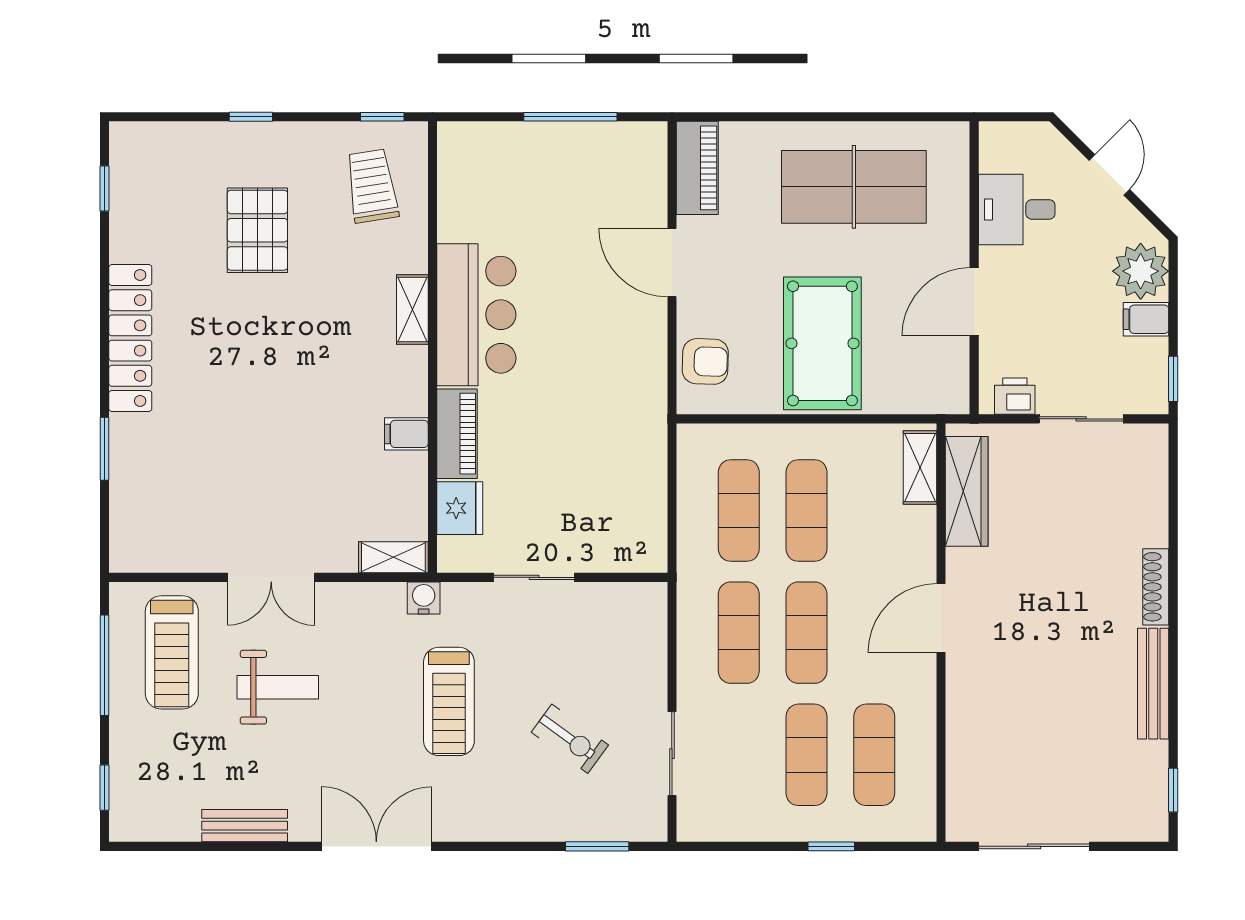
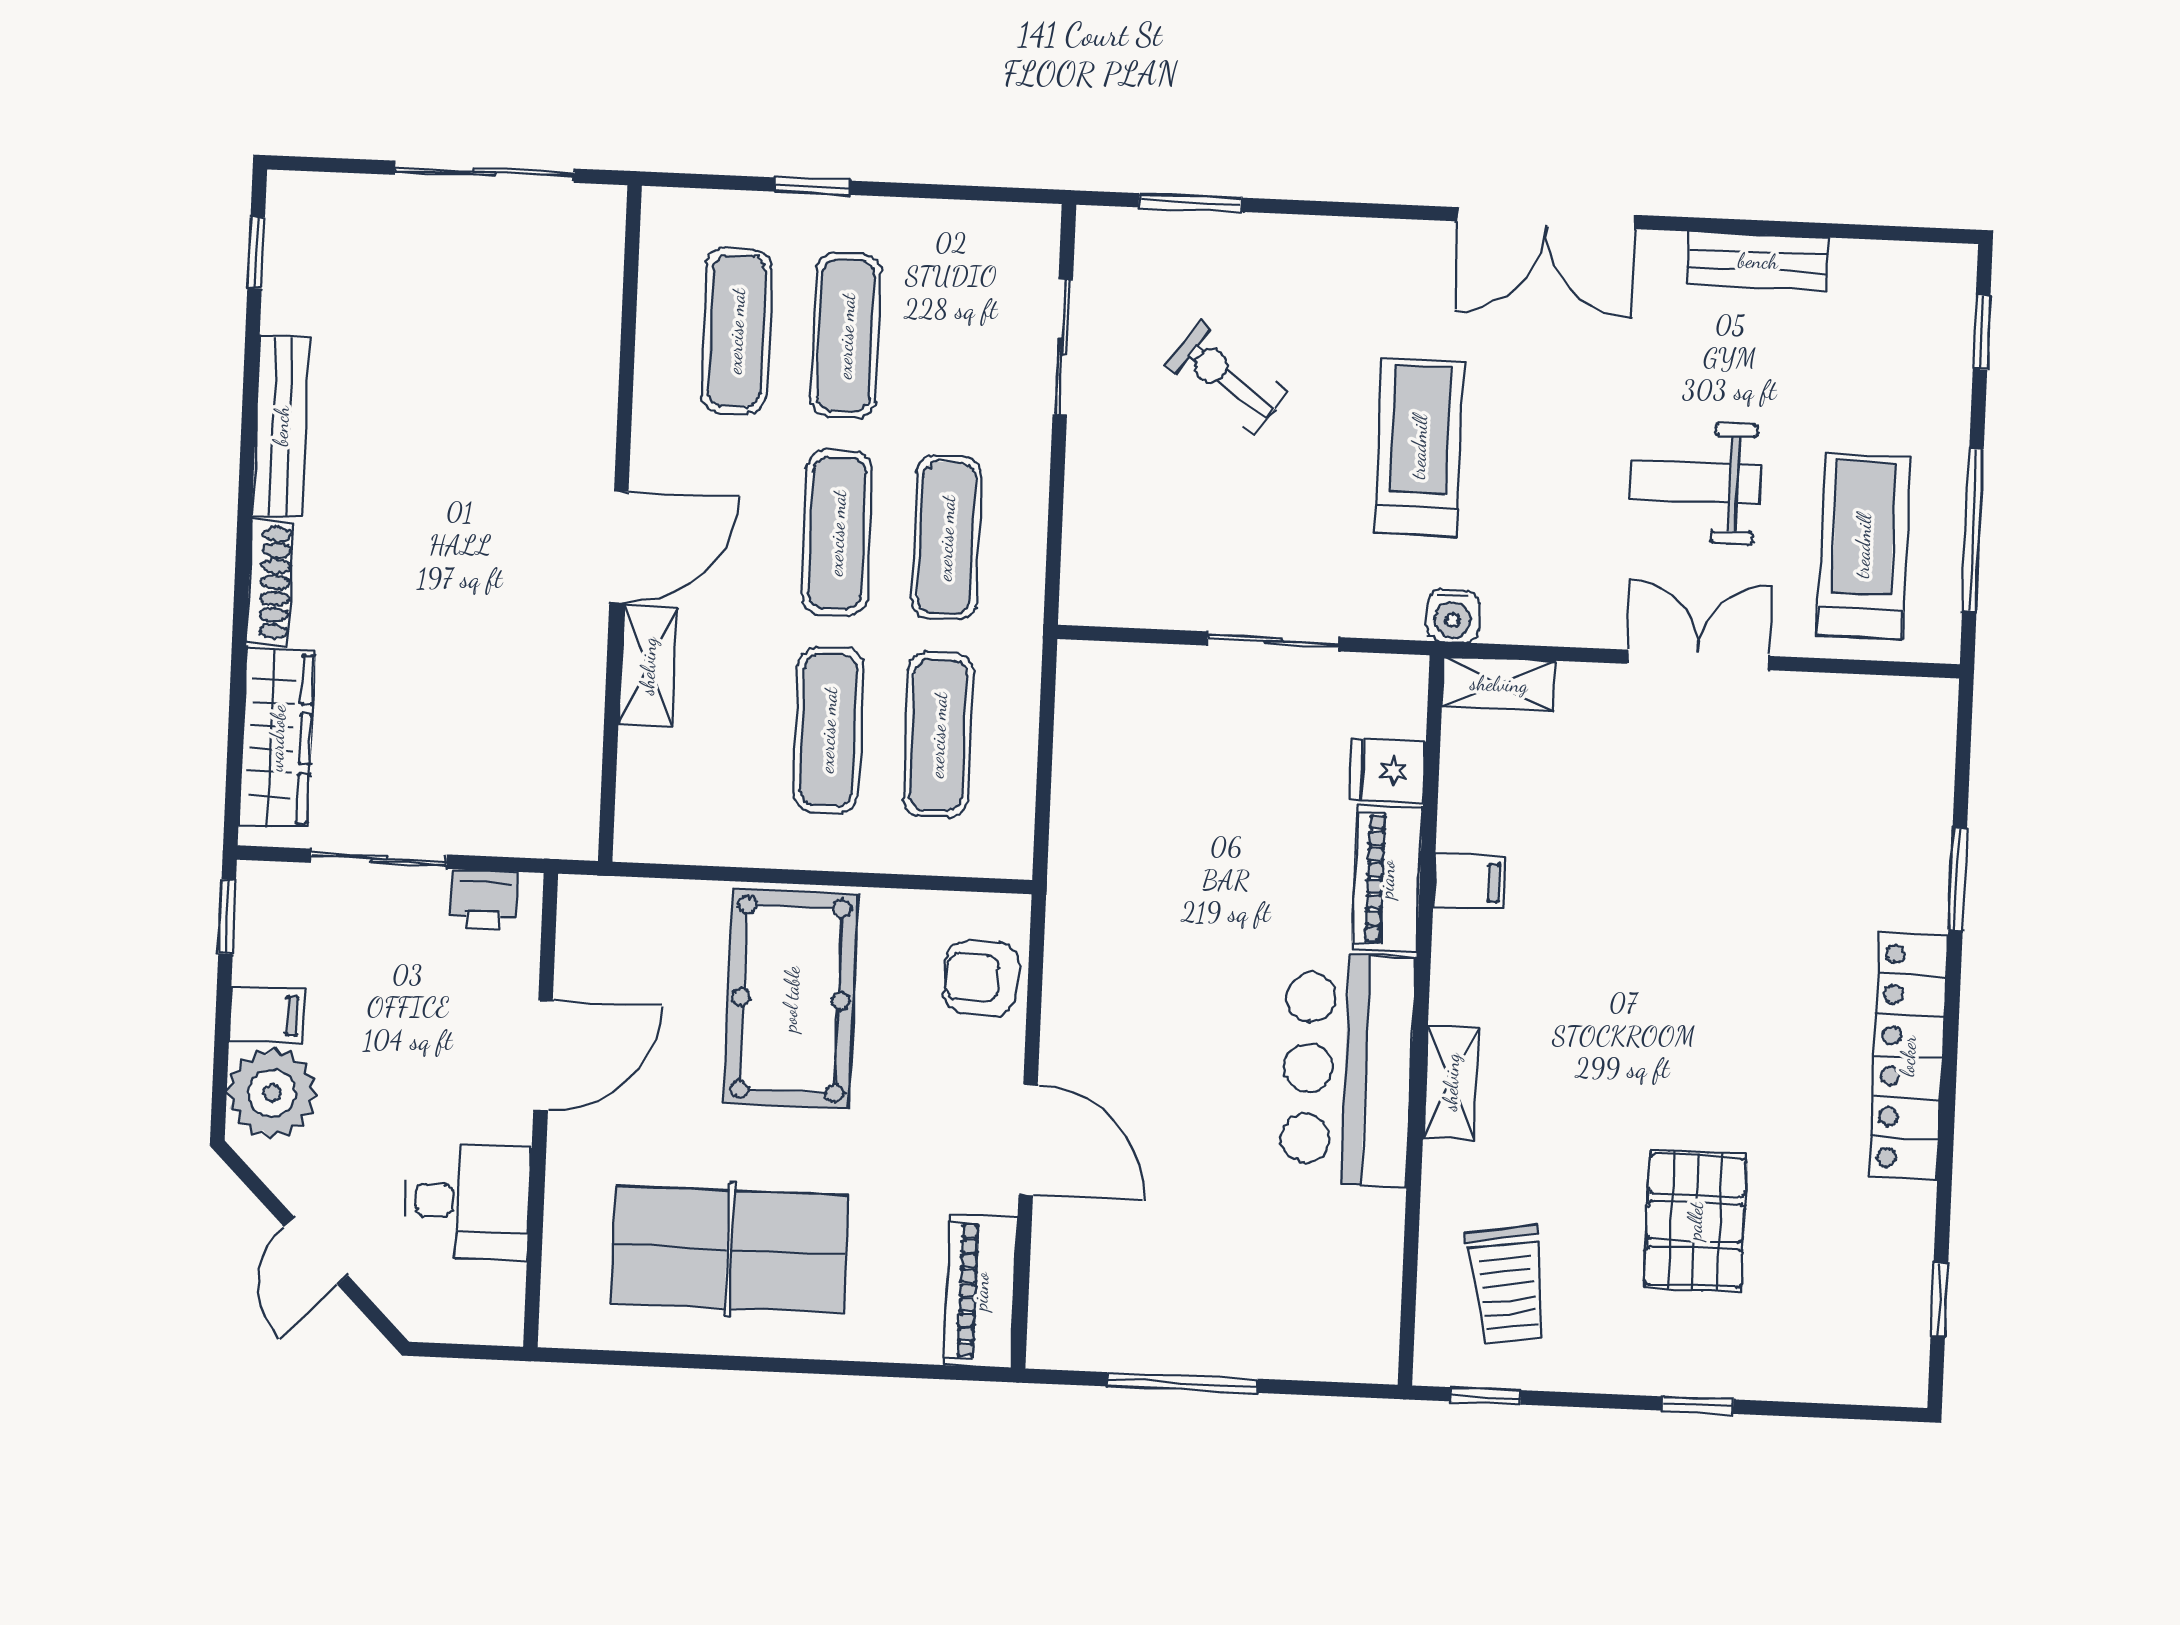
shelving: (920, 468) -> (648, 666), moved
wardrobe: (967, 491) -> (277, 738), moved, turned 180
fridge: (460, 508) -> (1388, 770), width x0.72

